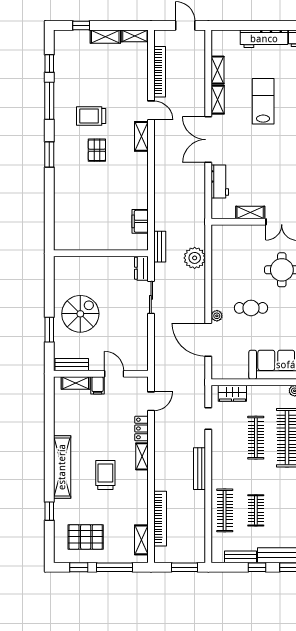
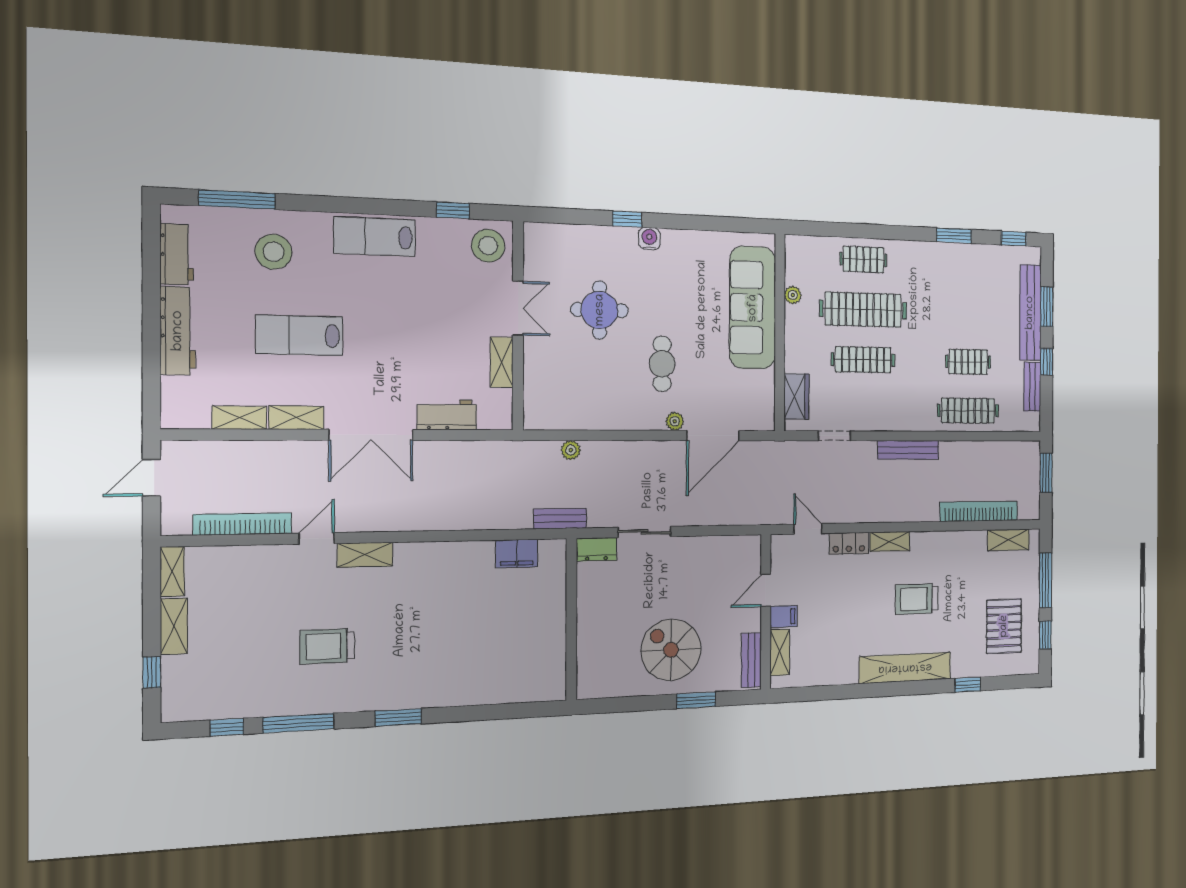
trolley: (91, 116) -> (327, 646), turned 90
pallet: (97, 150) -> (391, 633), removed
plant: (195, 258) -> (571, 450), width x0.53, depth x0.53

